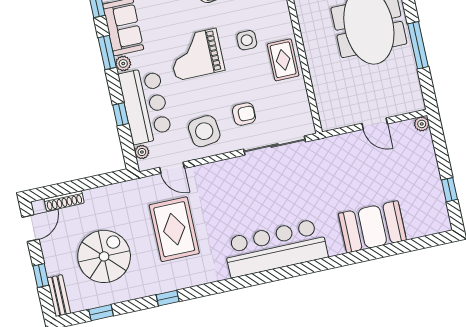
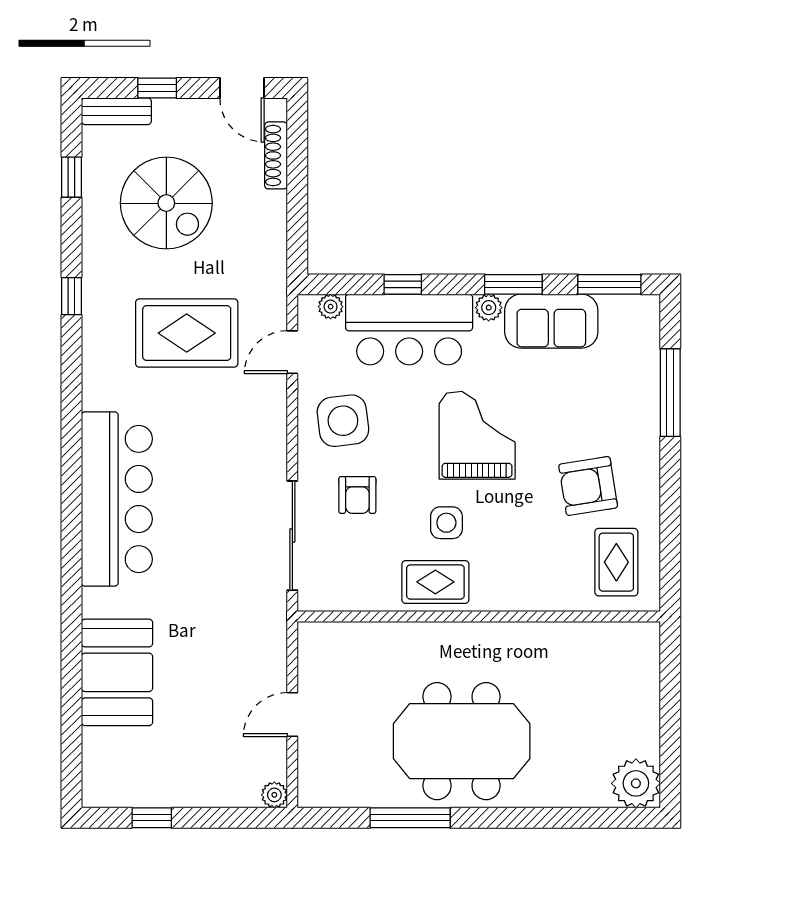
side table: (247, 40) -> (446, 523), moved

